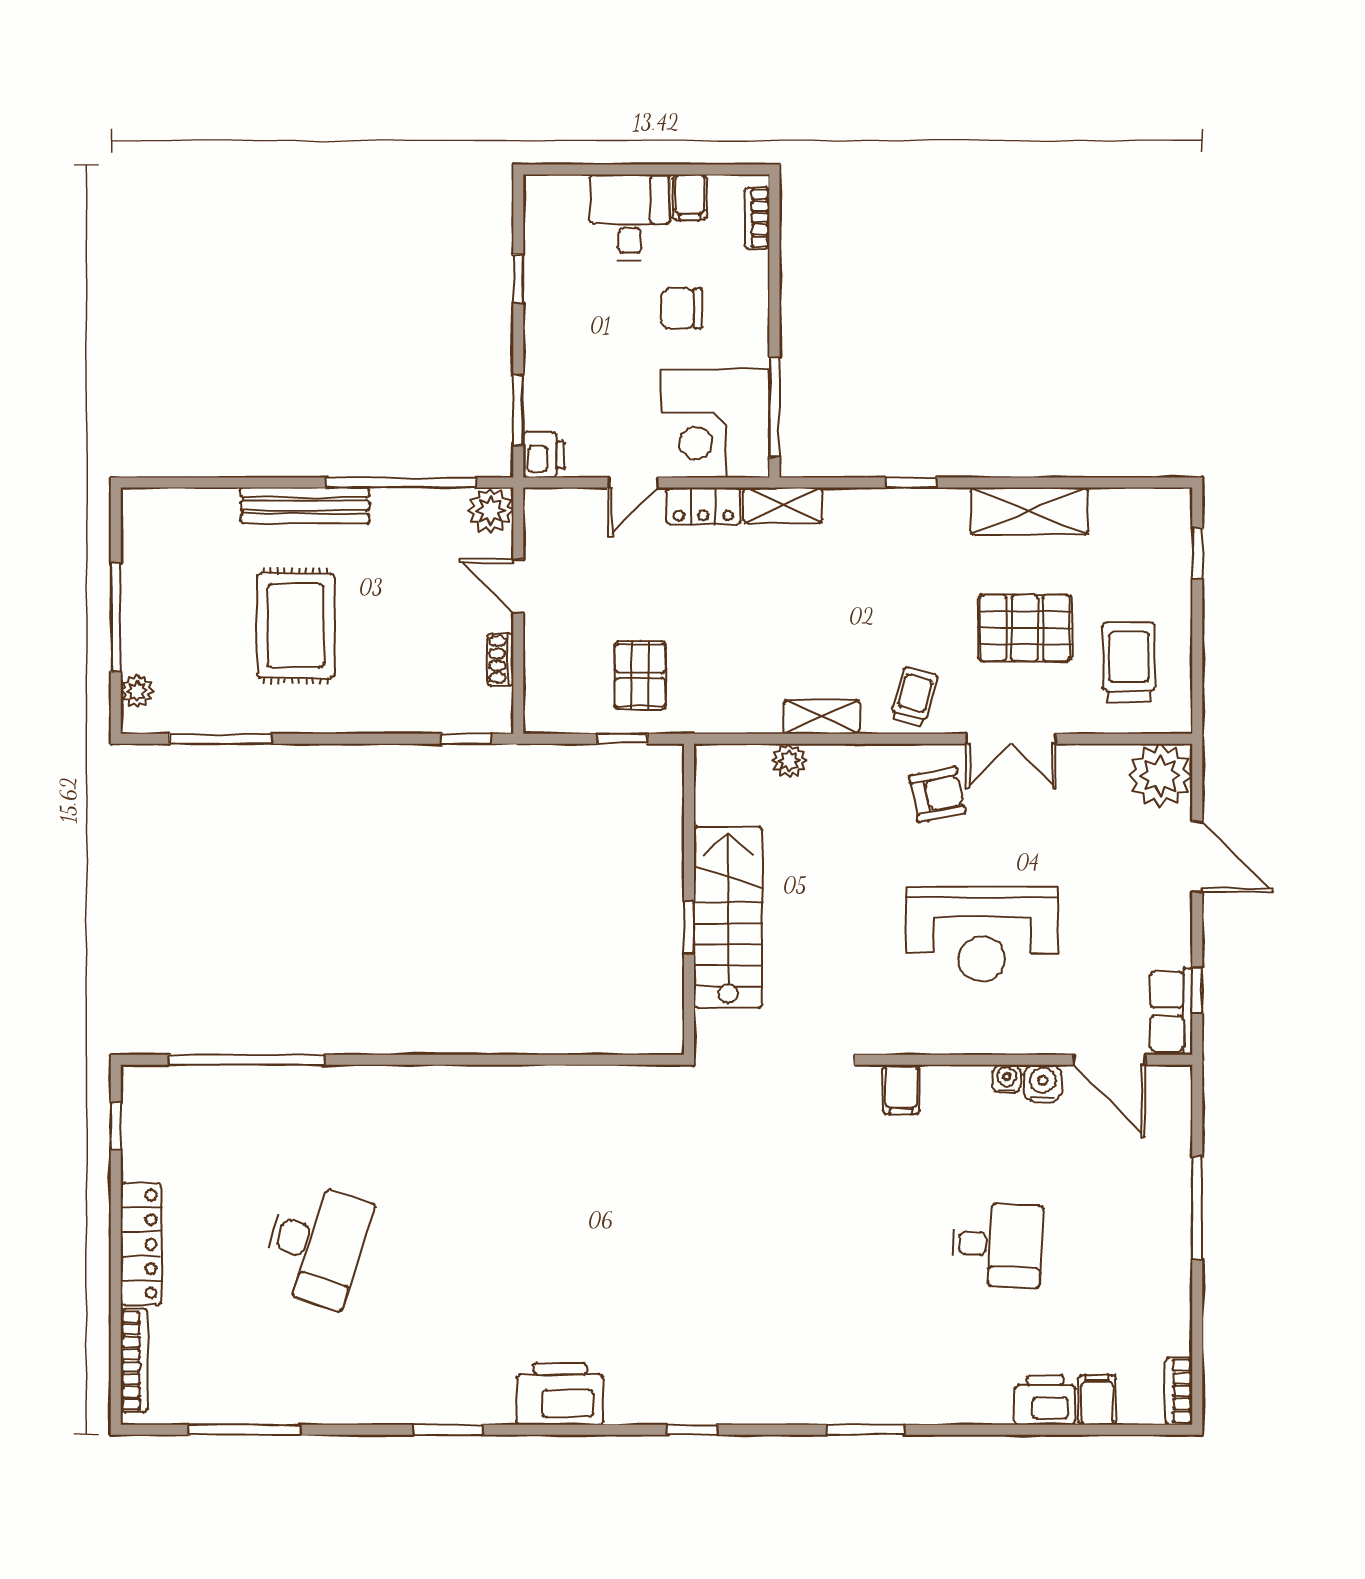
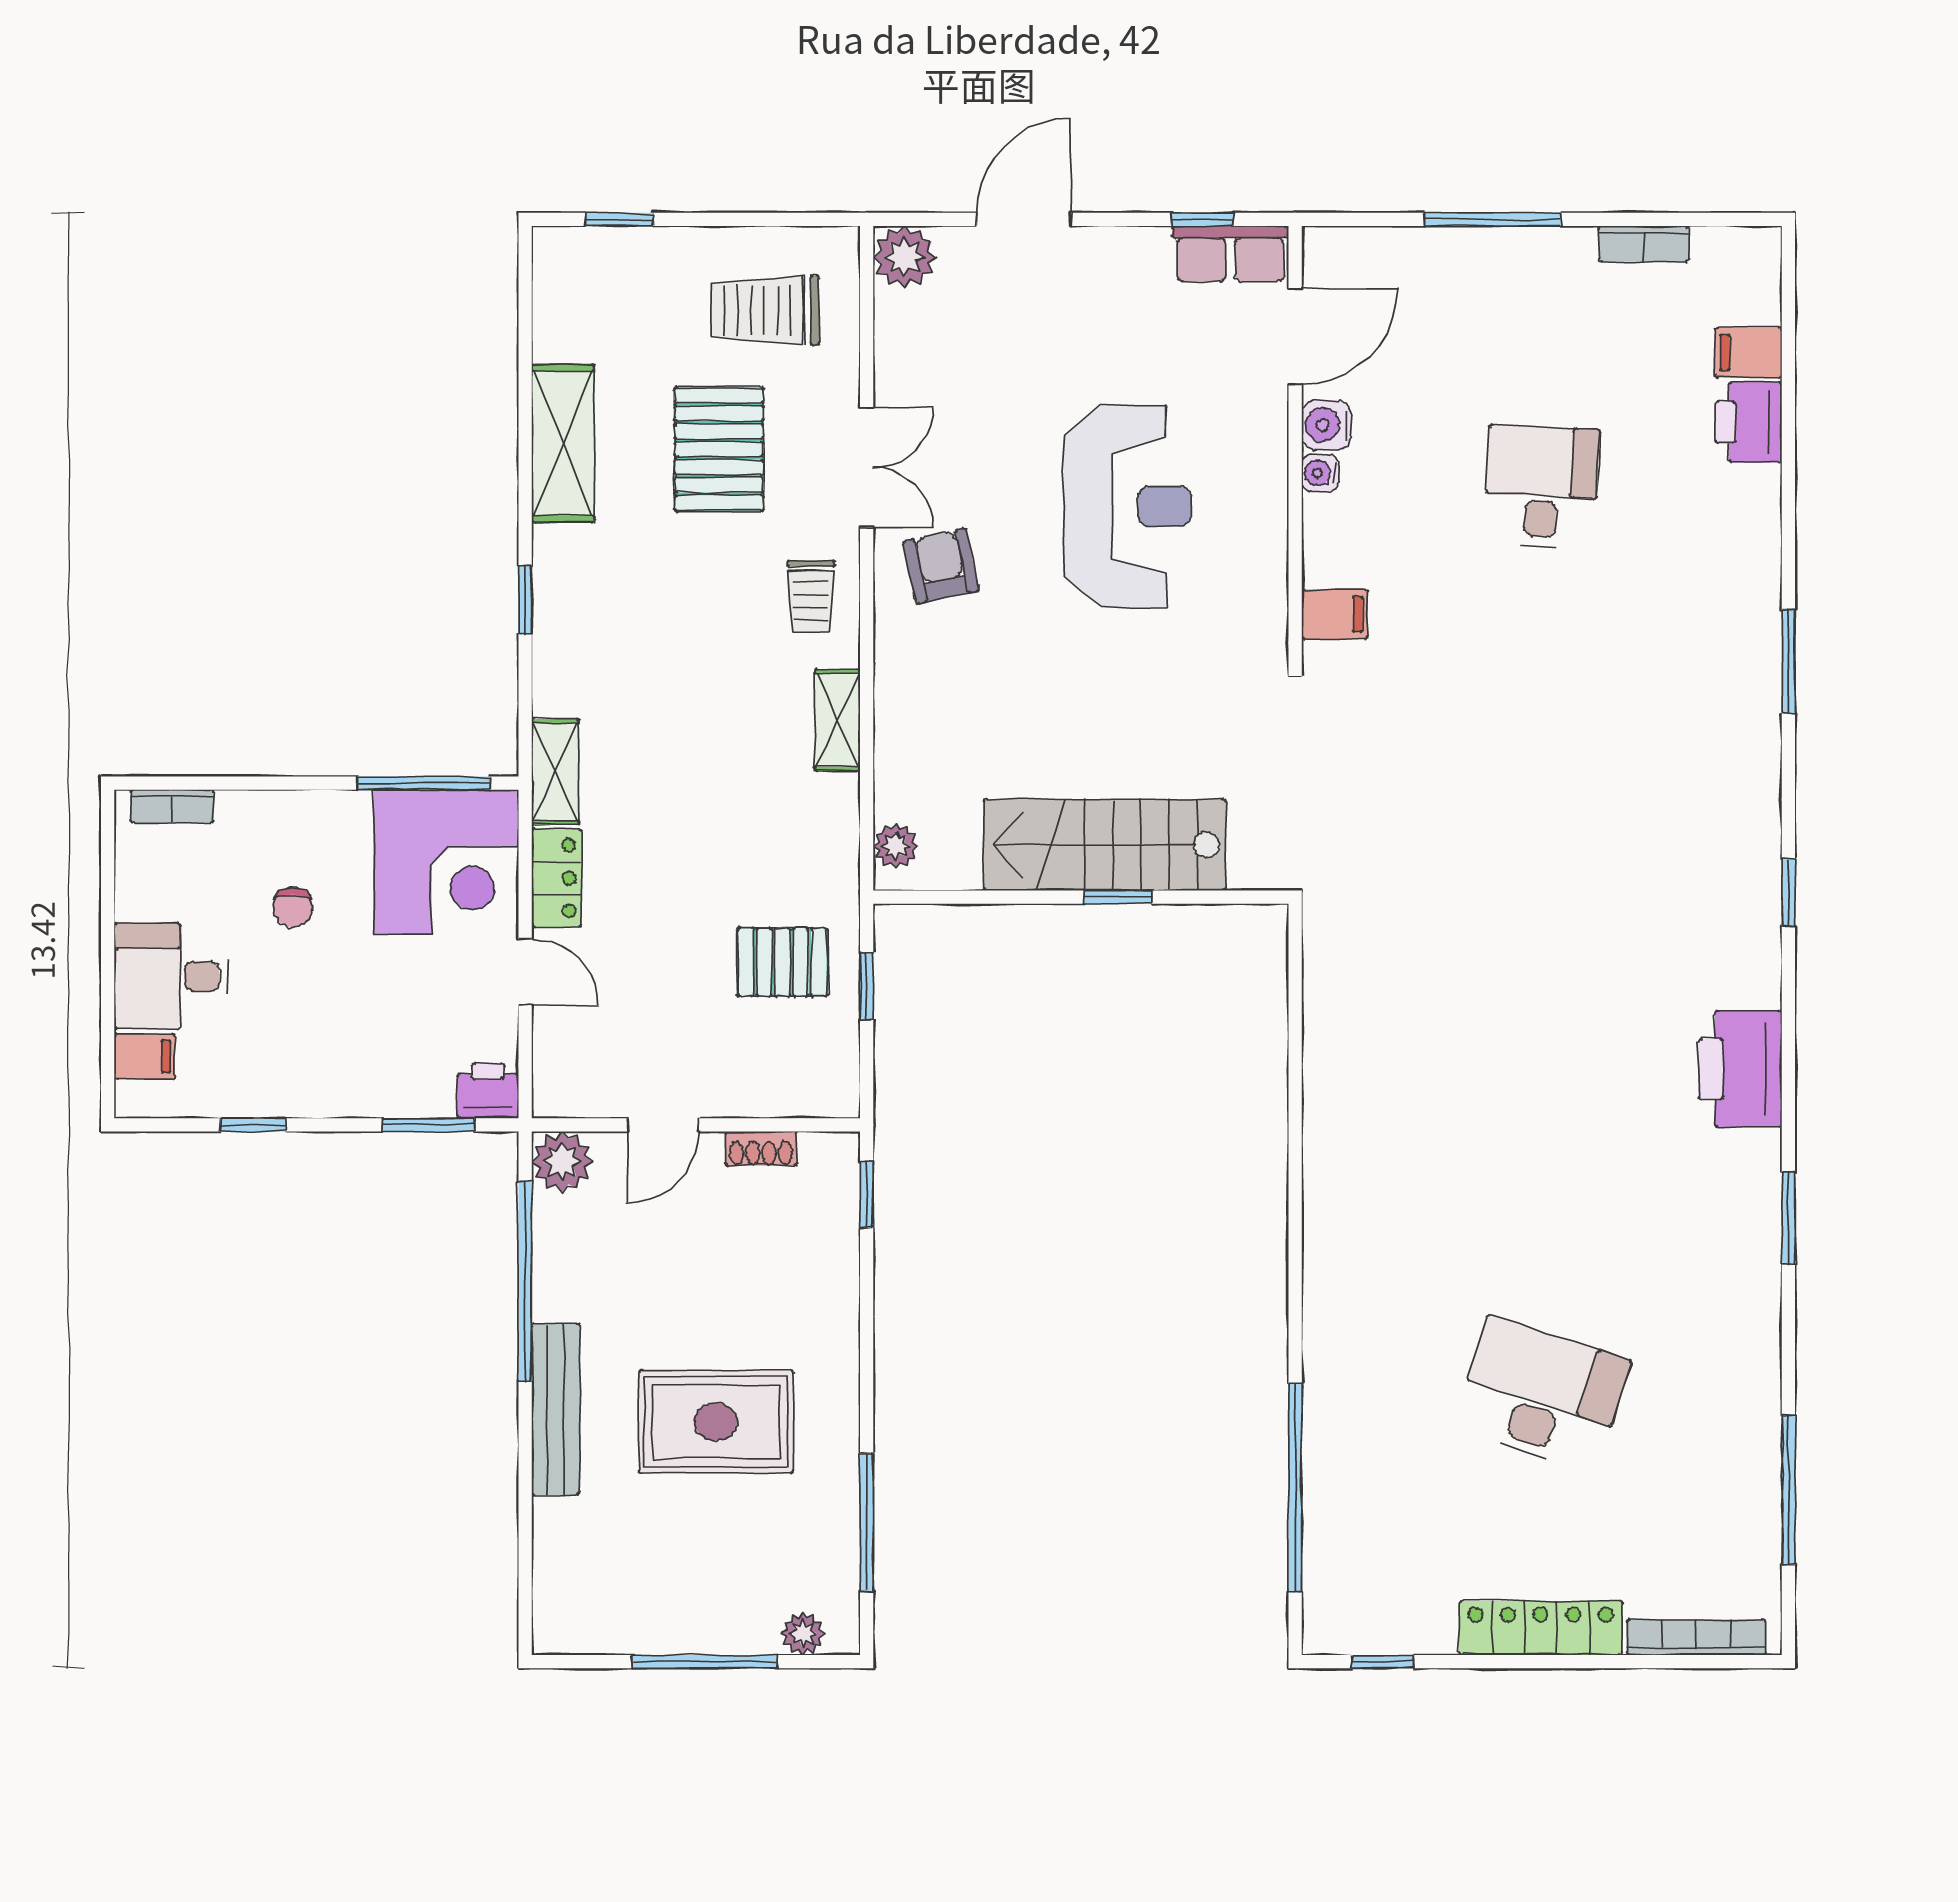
filing cabinet: (690, 197) -> (145, 1056), moved
chair: (681, 308) -> (293, 907), width x0.73, depth x0.73
trolley: (914, 697) -> (811, 597), turned -105
plant: (789, 760) -> (896, 846), moved
plant: (1160, 776) -> (905, 257), width x0.73, depth x0.73
bookcase: (1179, 1391) -> (1644, 244), moved

